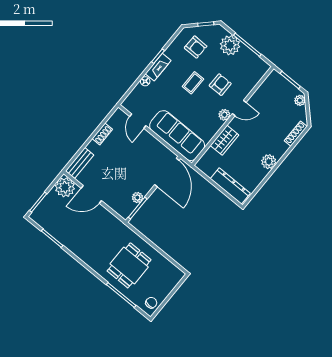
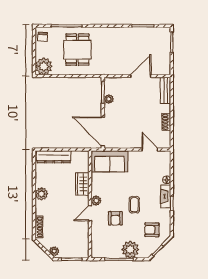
sofa: (177, 136) -> (109, 161), width x0.73
plant: (65, 187) -> (44, 66), moved

